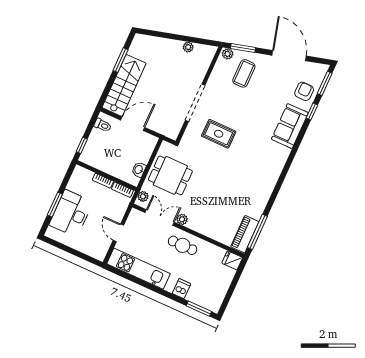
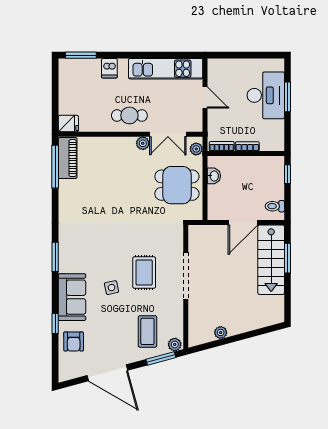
window: (120, 60) -> (287, 258), moved
window: (325, 83) -> (55, 257), moved
side table: (256, 120) -> (112, 288), added
rug: (219, 134) -> (144, 272), moved, turned 90

